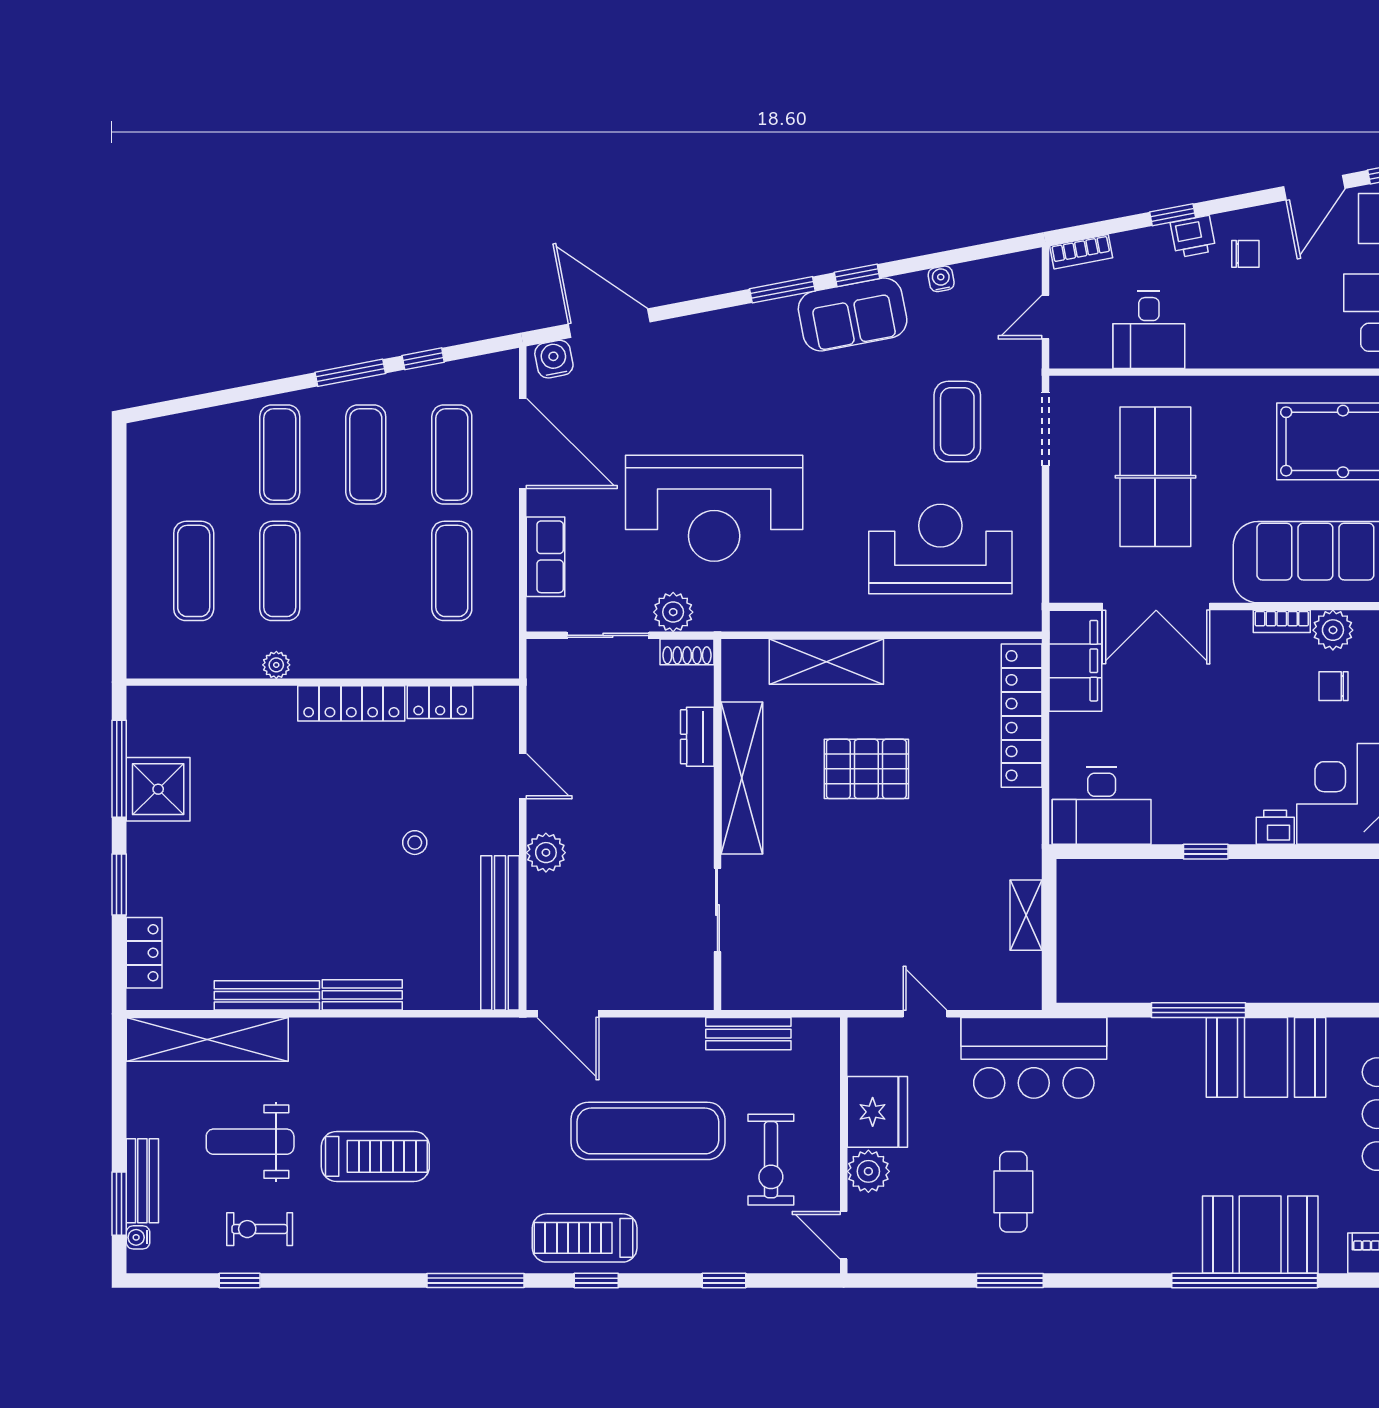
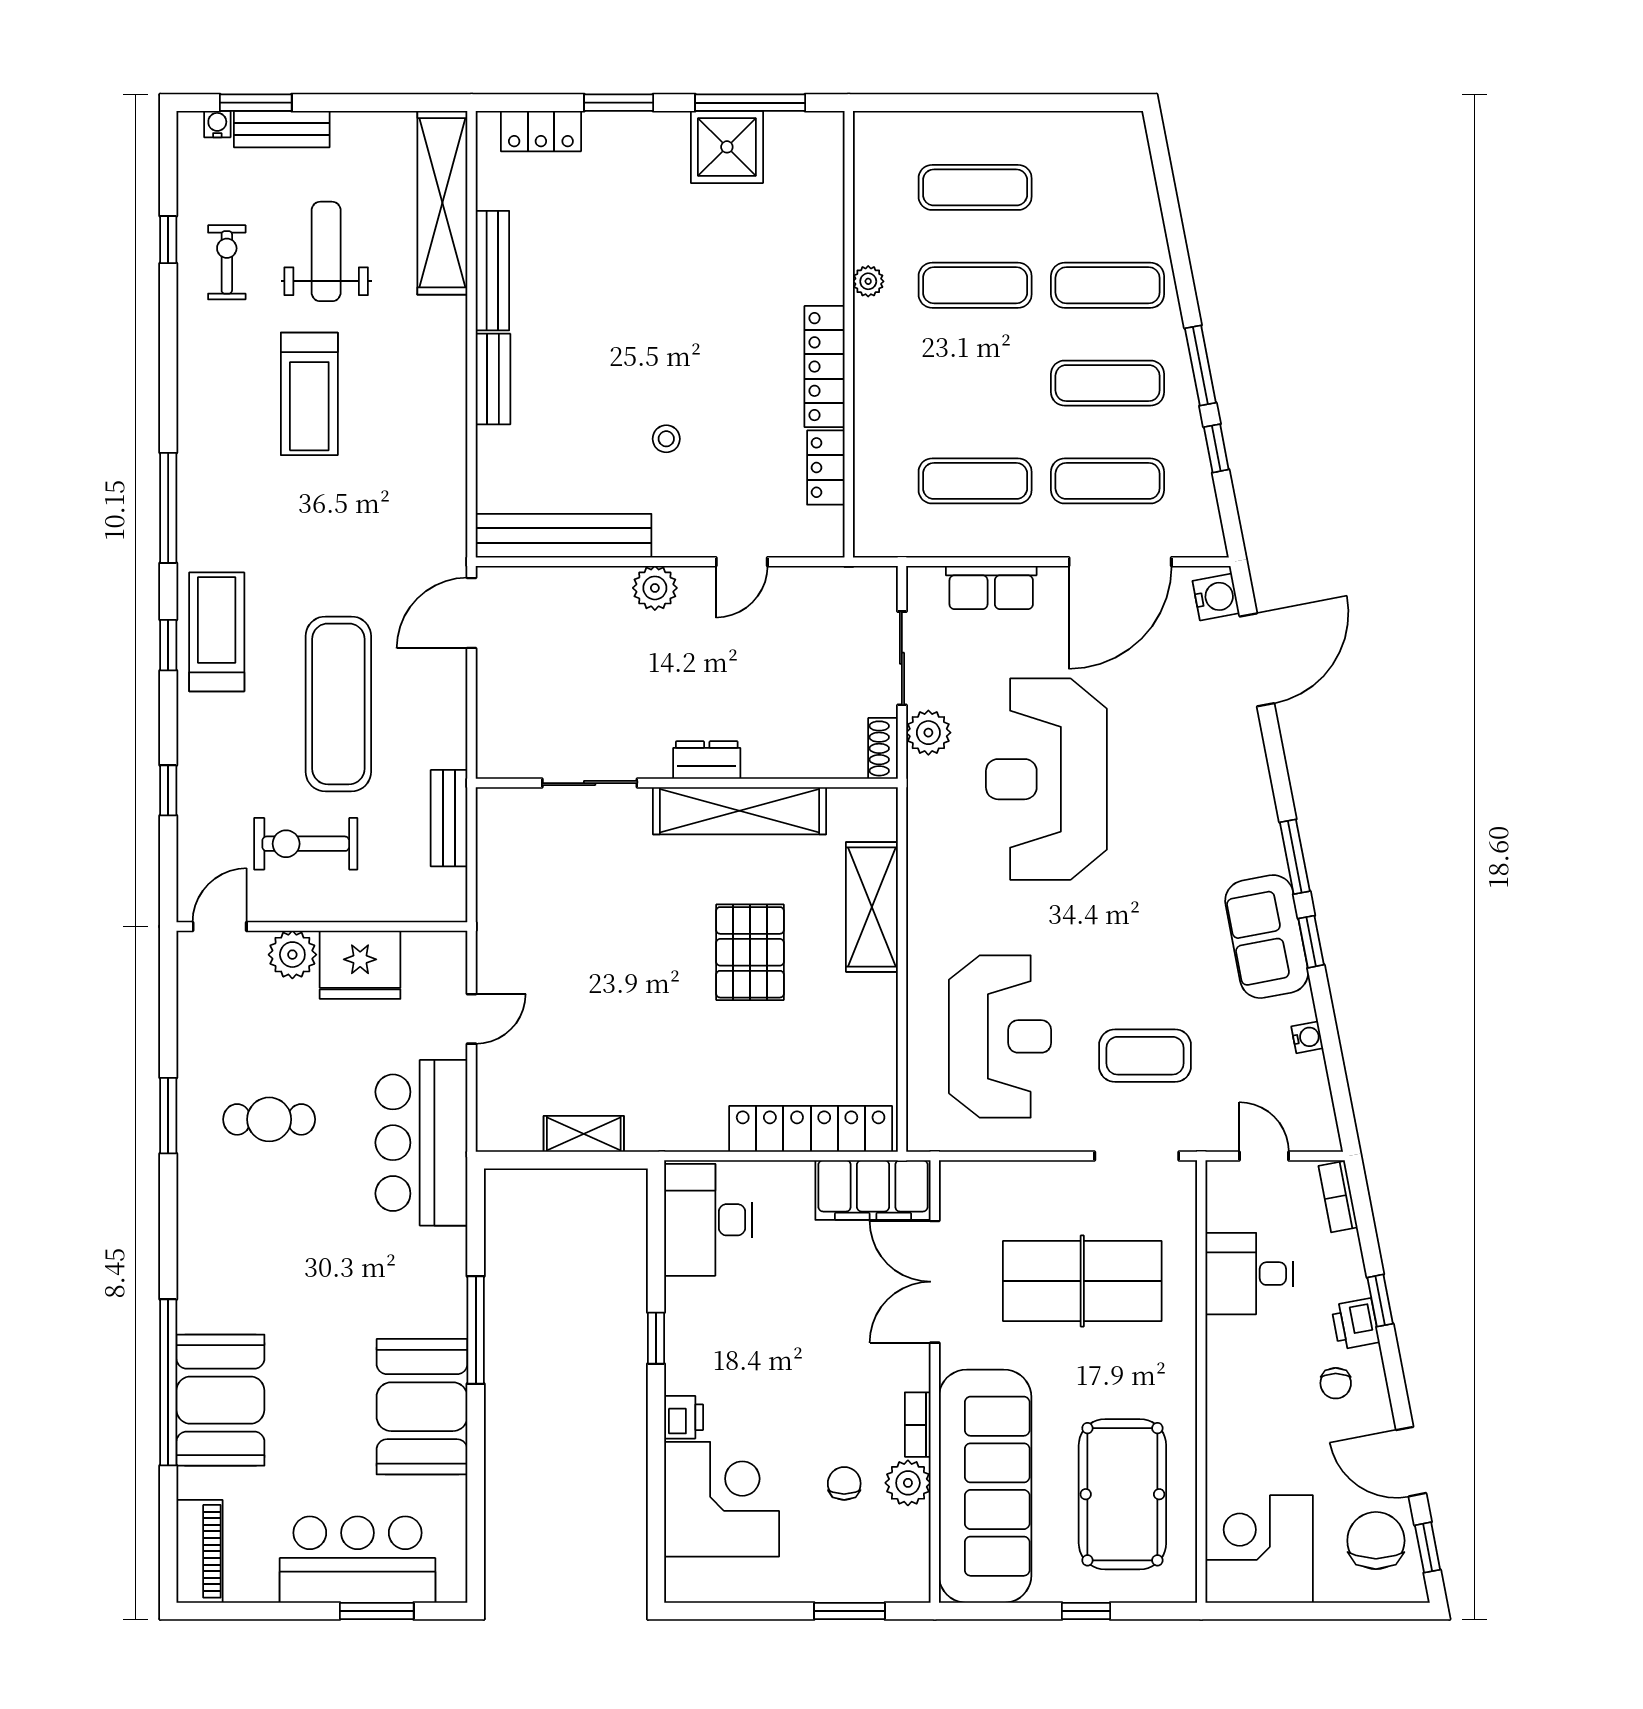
dresser: (697, 737) -> (707, 760), moved

